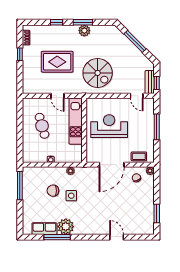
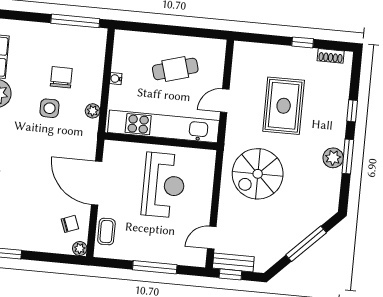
kitchen unit: (76, 121) -> (163, 126), width x1.36

